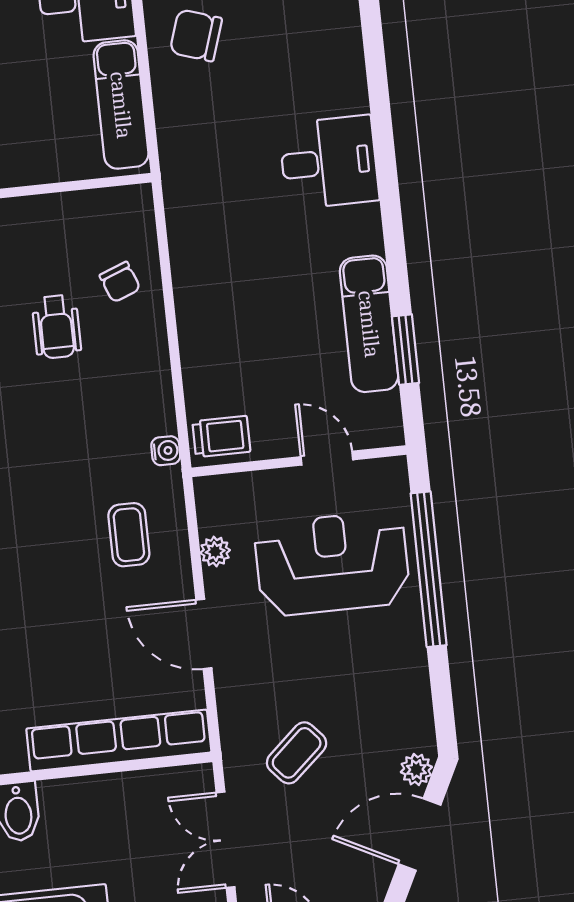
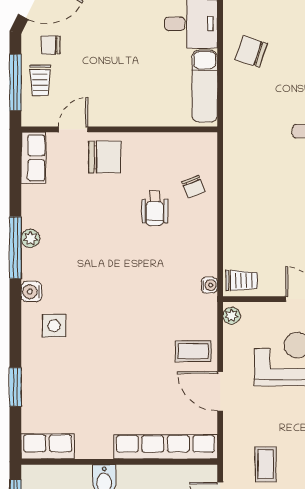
coffee table: (129, 535) -> (193, 351), moved, turned 90
plant: (215, 551) -> (231, 316), moved
coffee table: (297, 753) -> (266, 464), turned -48

